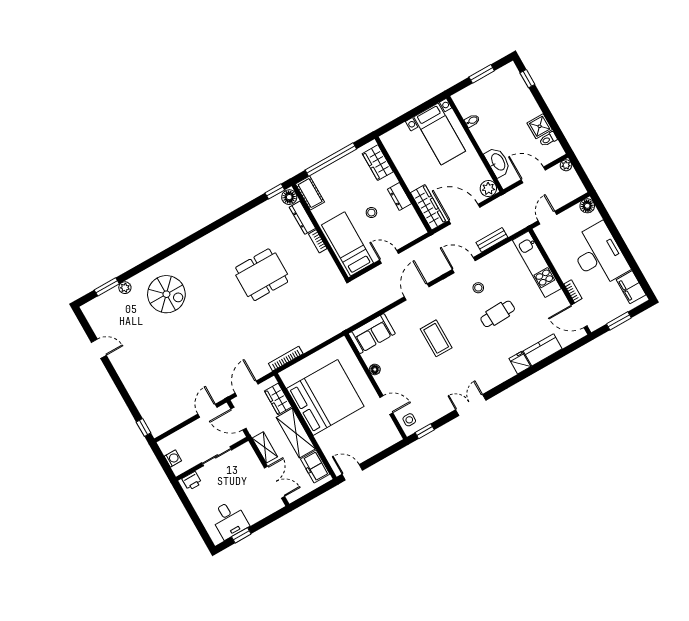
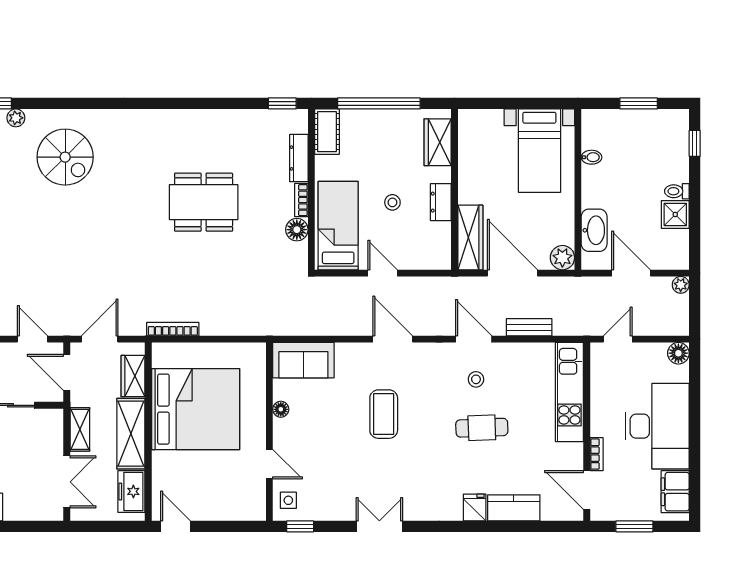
toilet: (548, 139) -> (677, 191), moved
floor lamp: (289, 197) -> (297, 230), moved
door: (417, 292) -> (393, 339), hinge flipped
door: (208, 411) -> (33, 339), hinge flipped

